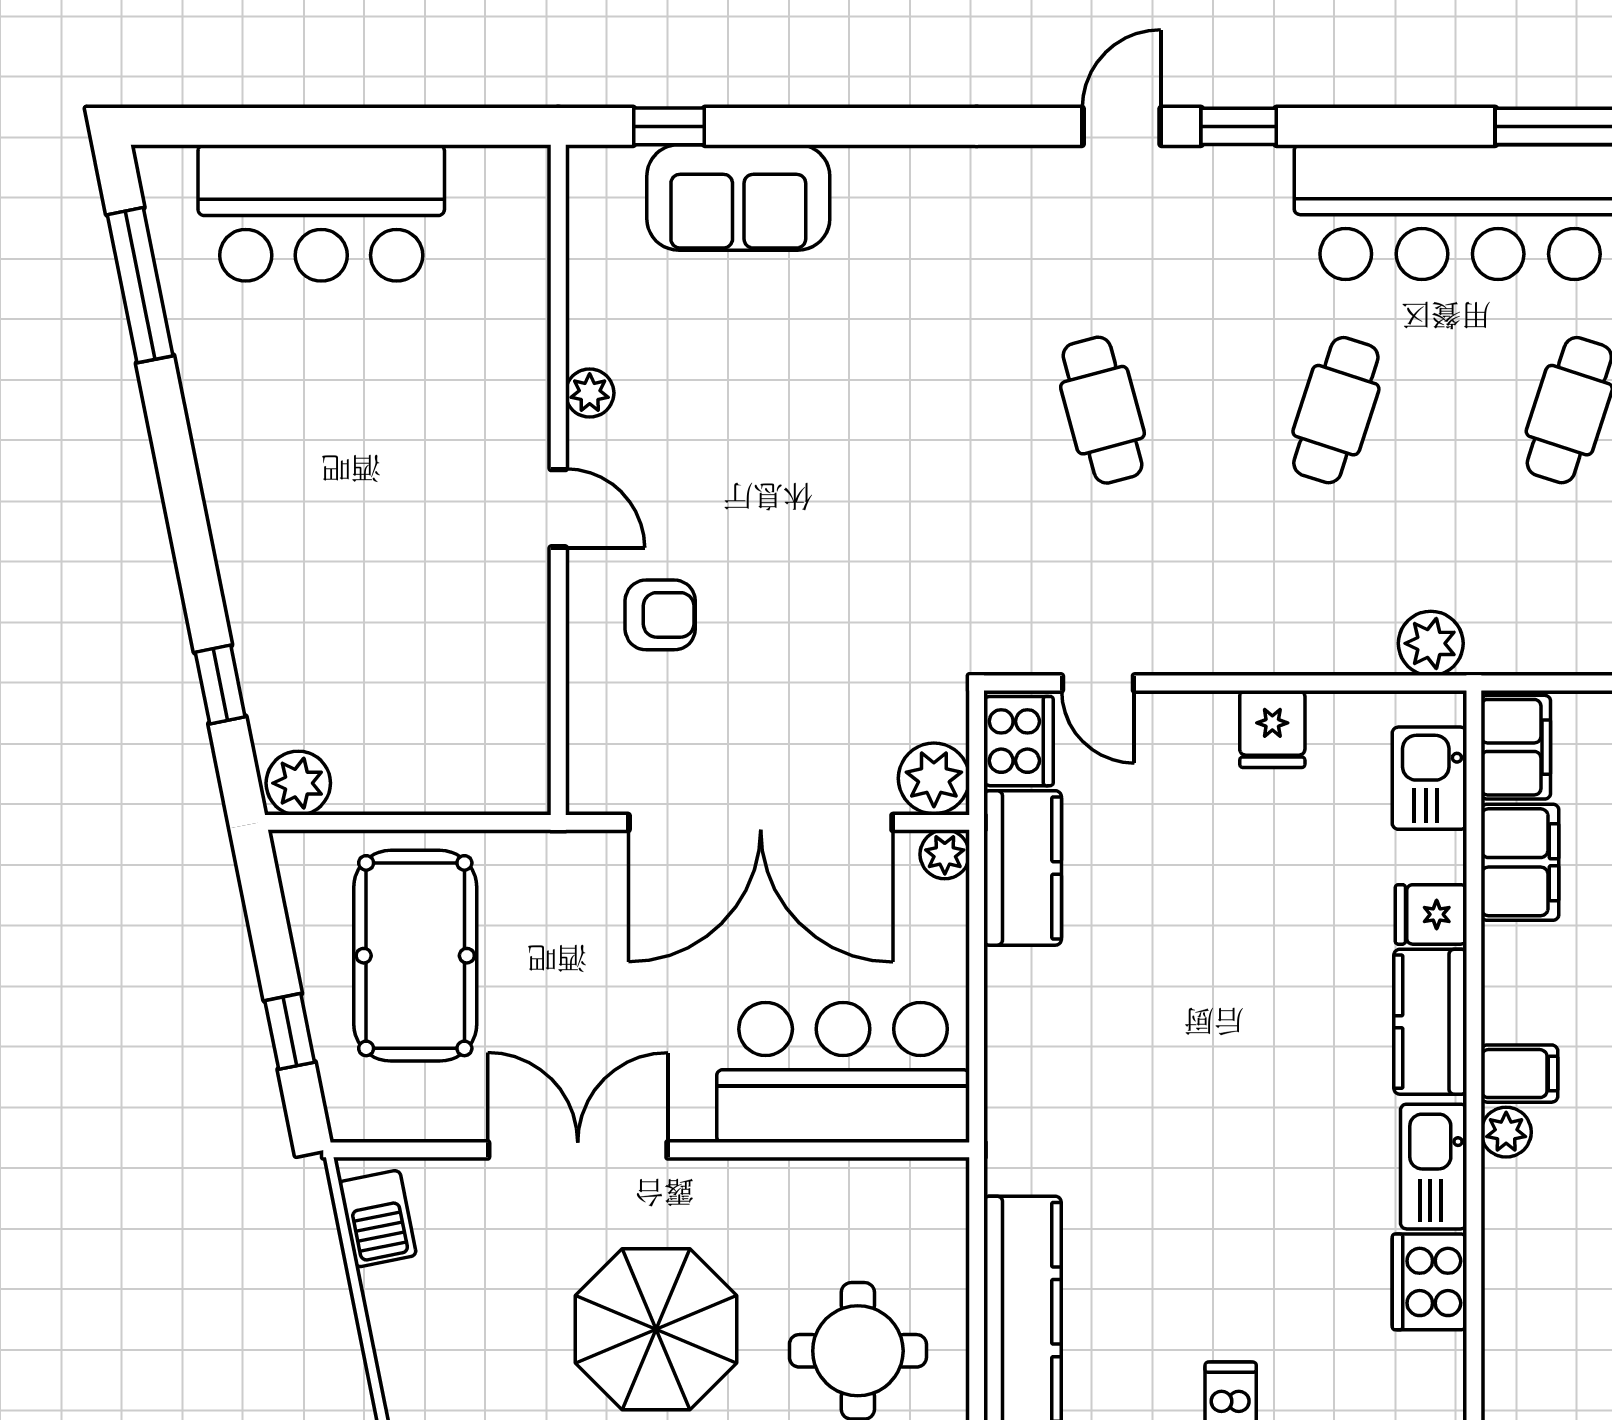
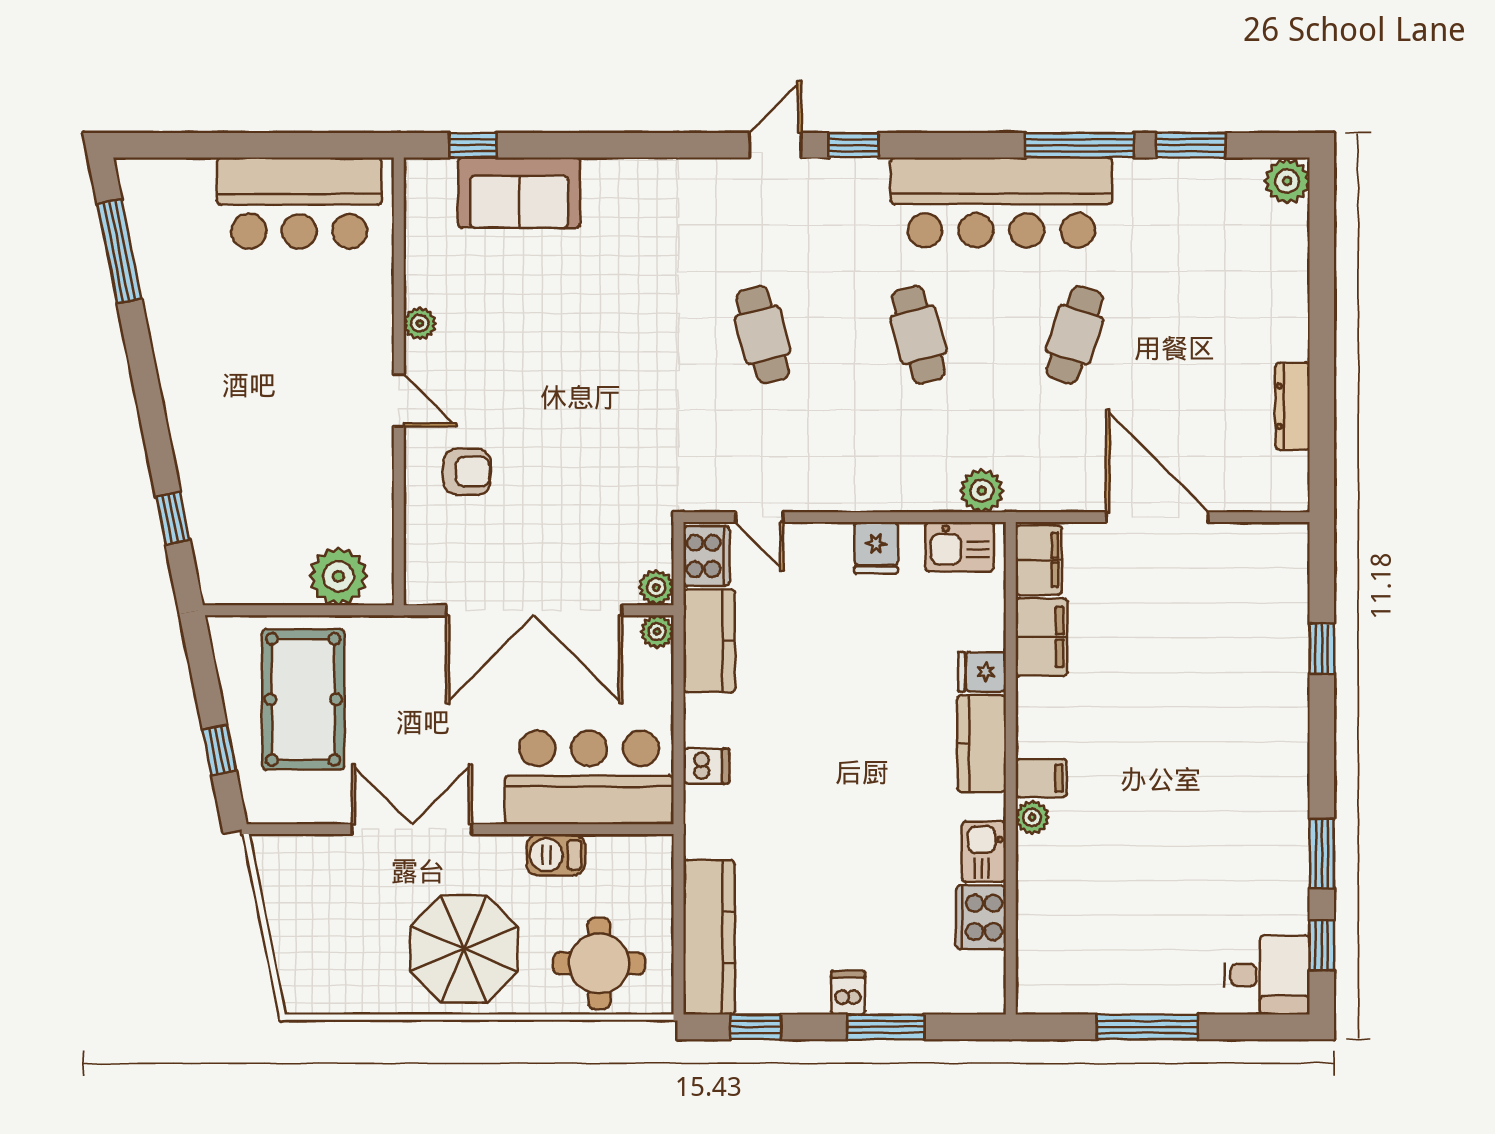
bar counter: (321, 213) -> (299, 203), moved
cafe table: (1336, 410) -> (918, 335), turned -33
plant: (934, 778) -> (656, 587), width x0.73, depth x0.73
kitchen sink: (1429, 778) -> (960, 547), moved, turned -90
plant: (298, 783) -> (338, 576), moved, width x1.36, depth x1.36
dishwasher: (1018, 1055) -> (706, 766), added
kitchen sink: (1434, 1167) -> (984, 852), width x0.73
barbecue: (378, 1219) -> (556, 855), moved, turned 101

